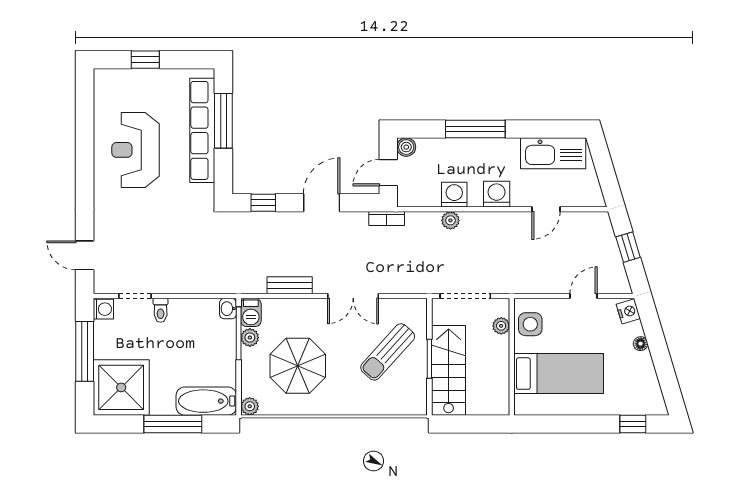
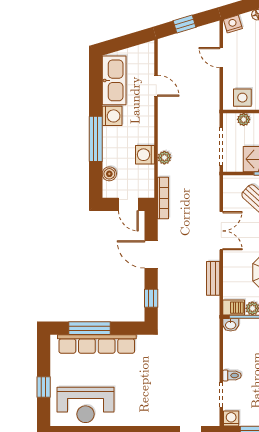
boiler: (406, 147) -> (109, 174), moved
reception desk: (136, 150) -> (85, 405), moved
washing machine: (497, 194) -> (112, 116), moved, turned 180
bookcase: (387, 219) -> (163, 198), width x1.56

